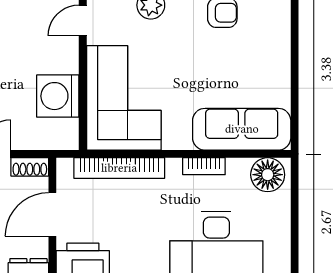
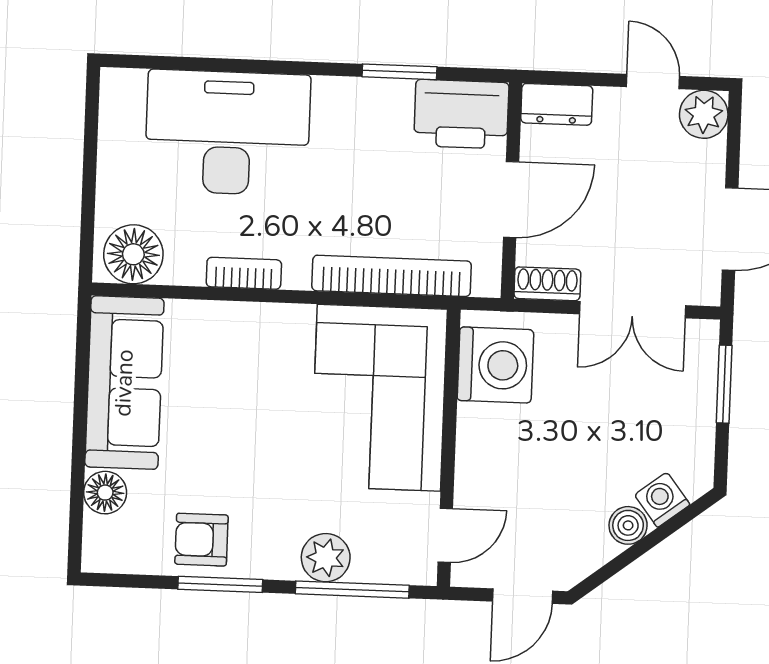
floor lamp: (279, 38) -> (105, 493), added
washing machine: (58, 96) -> (495, 365), moved
sofa: (242, 129) -> (124, 383), moved, turned -90

